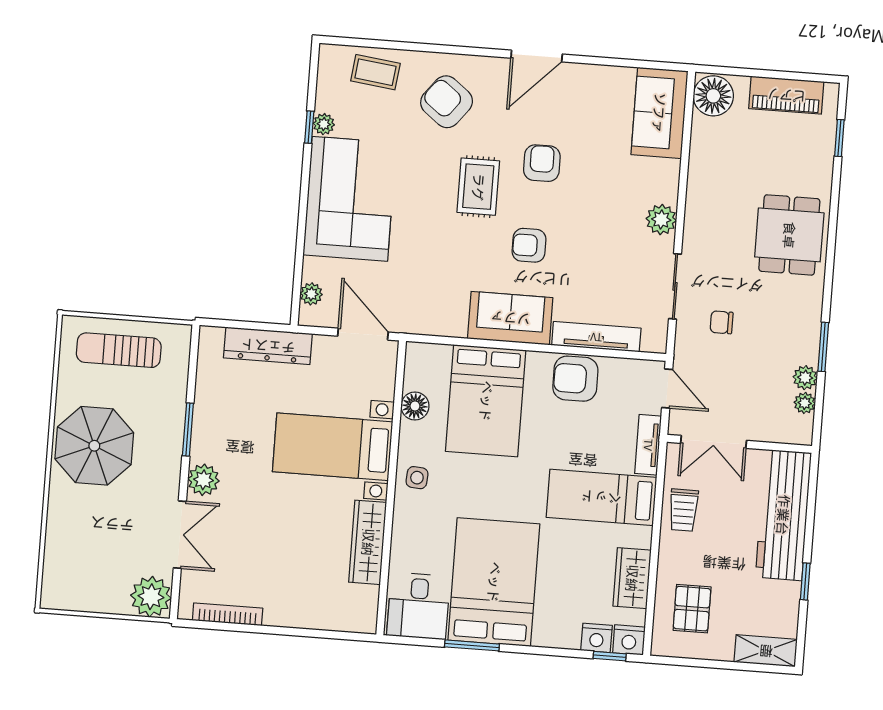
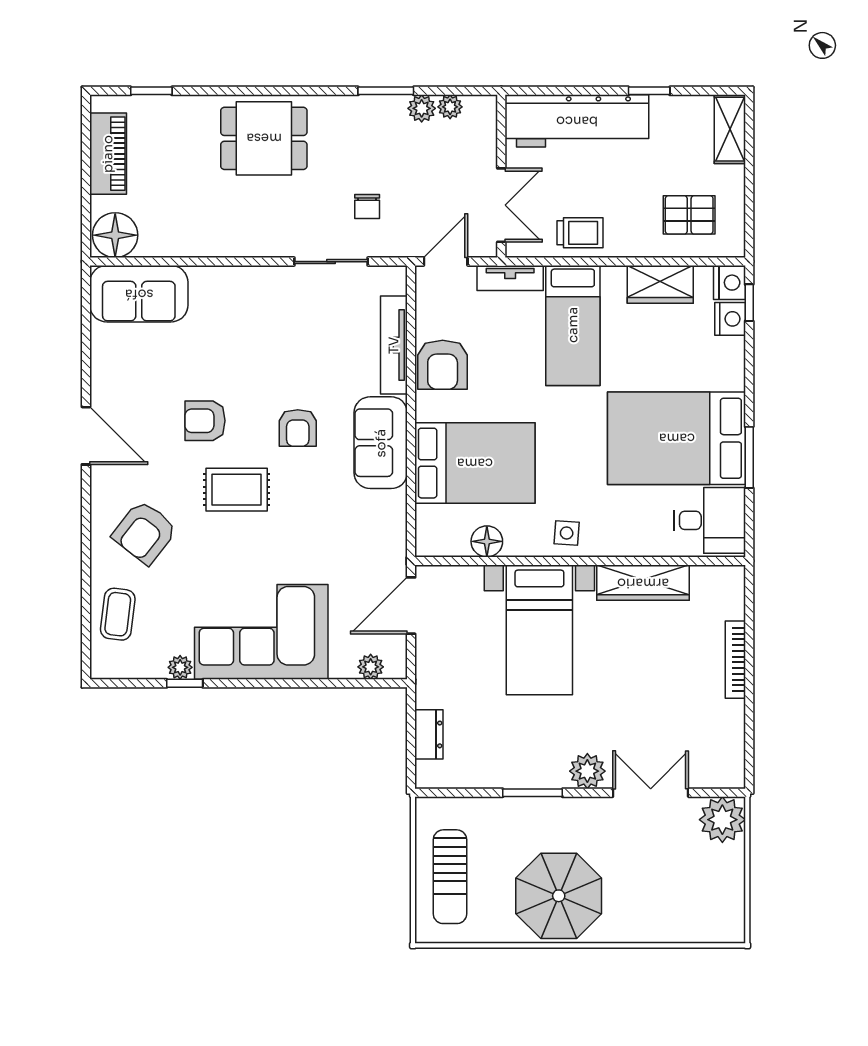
plant: (661, 220) -> (258, 283), removed
dresser: (268, 346) -> (429, 734), width x0.51, depth x0.80
bookcase: (228, 614) -> (735, 660), moved

